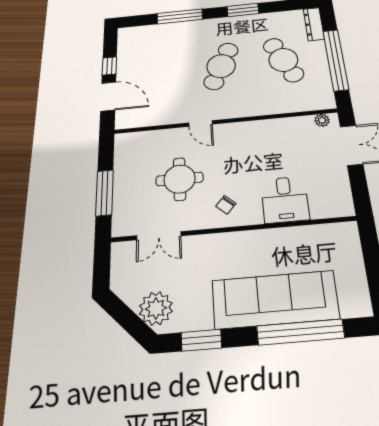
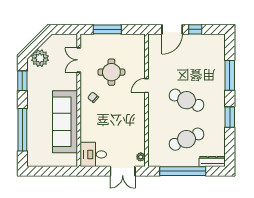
desk: (285, 199) -> (93, 154), moved
sofa: (275, 299) -> (65, 122), moved, turned 180

